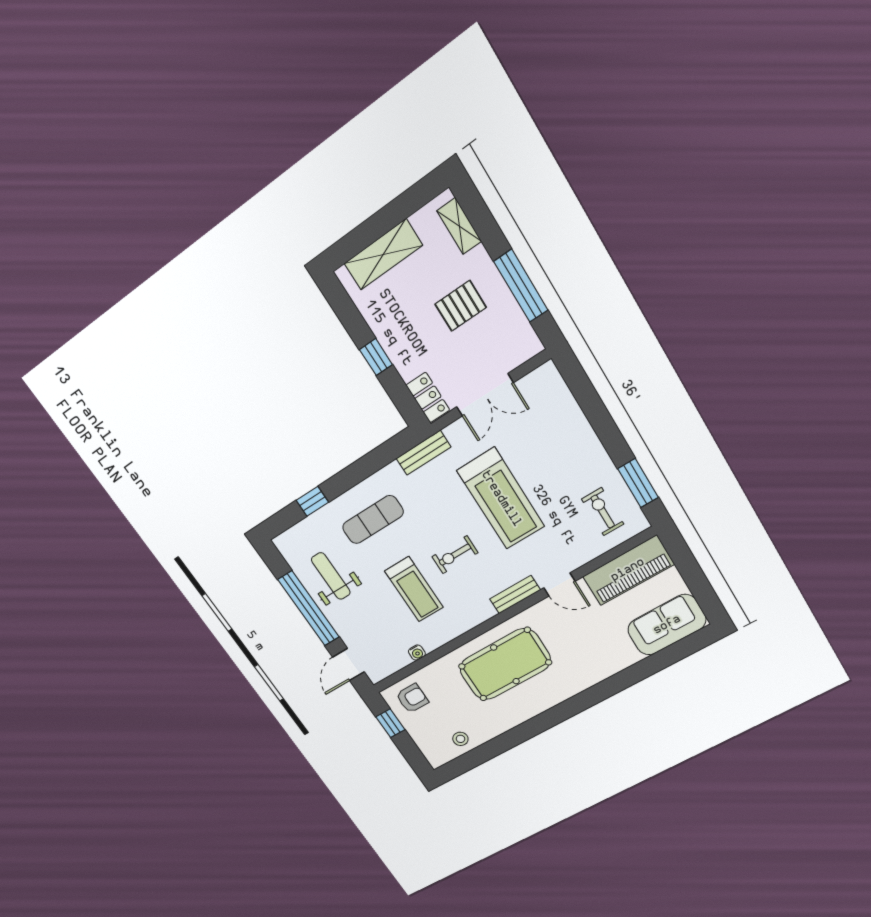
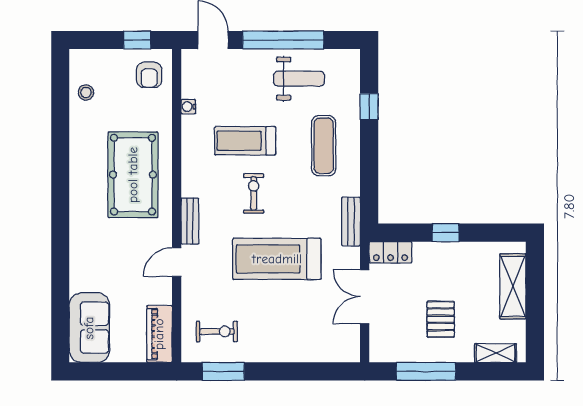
piano: (628, 570) -> (159, 334), width x0.73, depth x0.75

